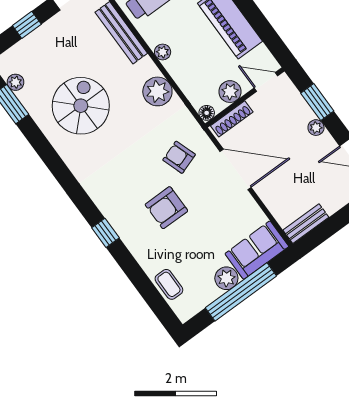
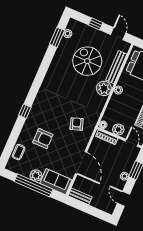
plant: (157, 91) -> (104, 88), moved
spiral stairs: (81, 106) -> (87, 61), moved, turned -90
door: (236, 169) -> (81, 163), moved
armchair: (166, 208) -> (43, 139), moved, turned 180

